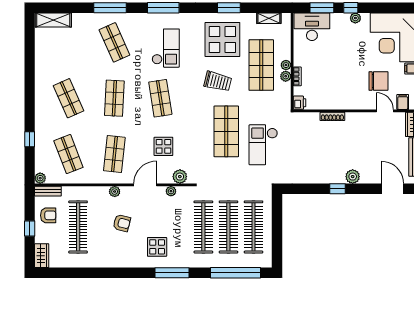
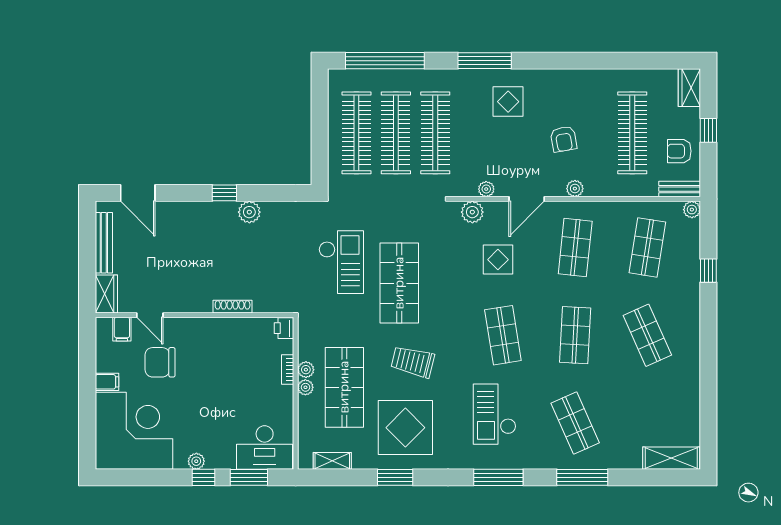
shop shelf: (68, 154) -> (647, 247), turned 30
plant: (353, 177) -> (249, 212), moved
armchair: (122, 223) -> (564, 139), turned -114

